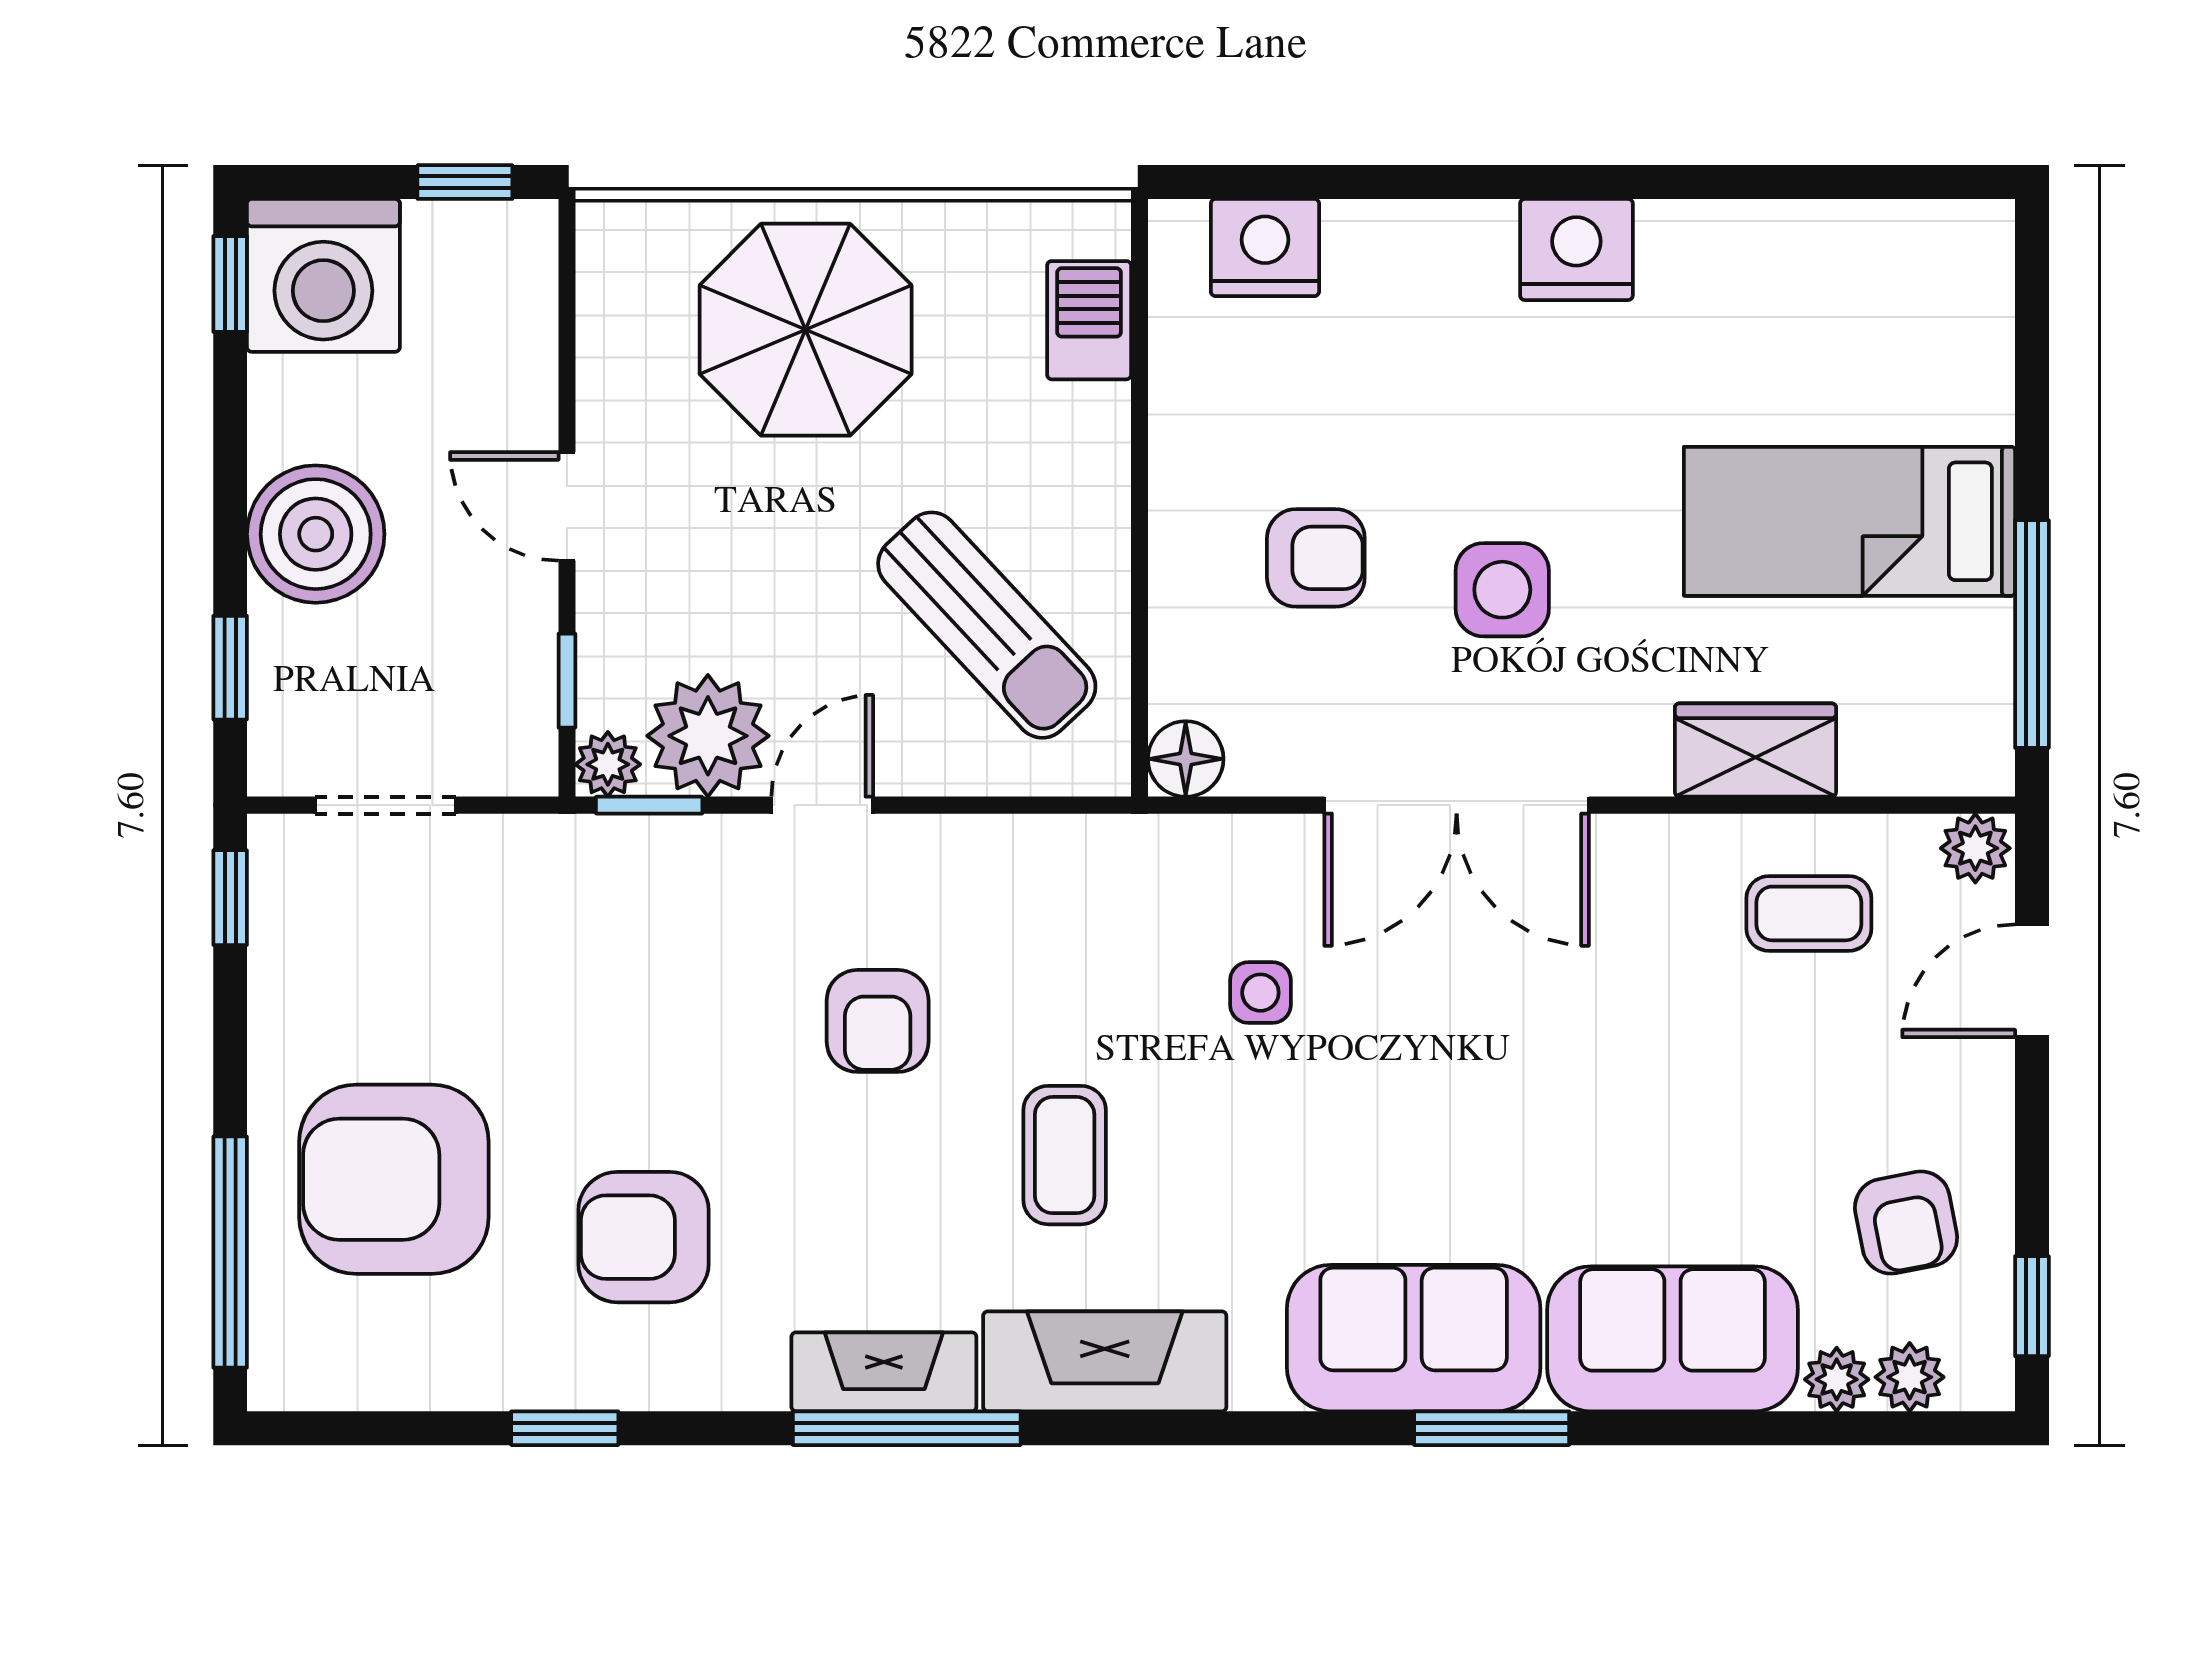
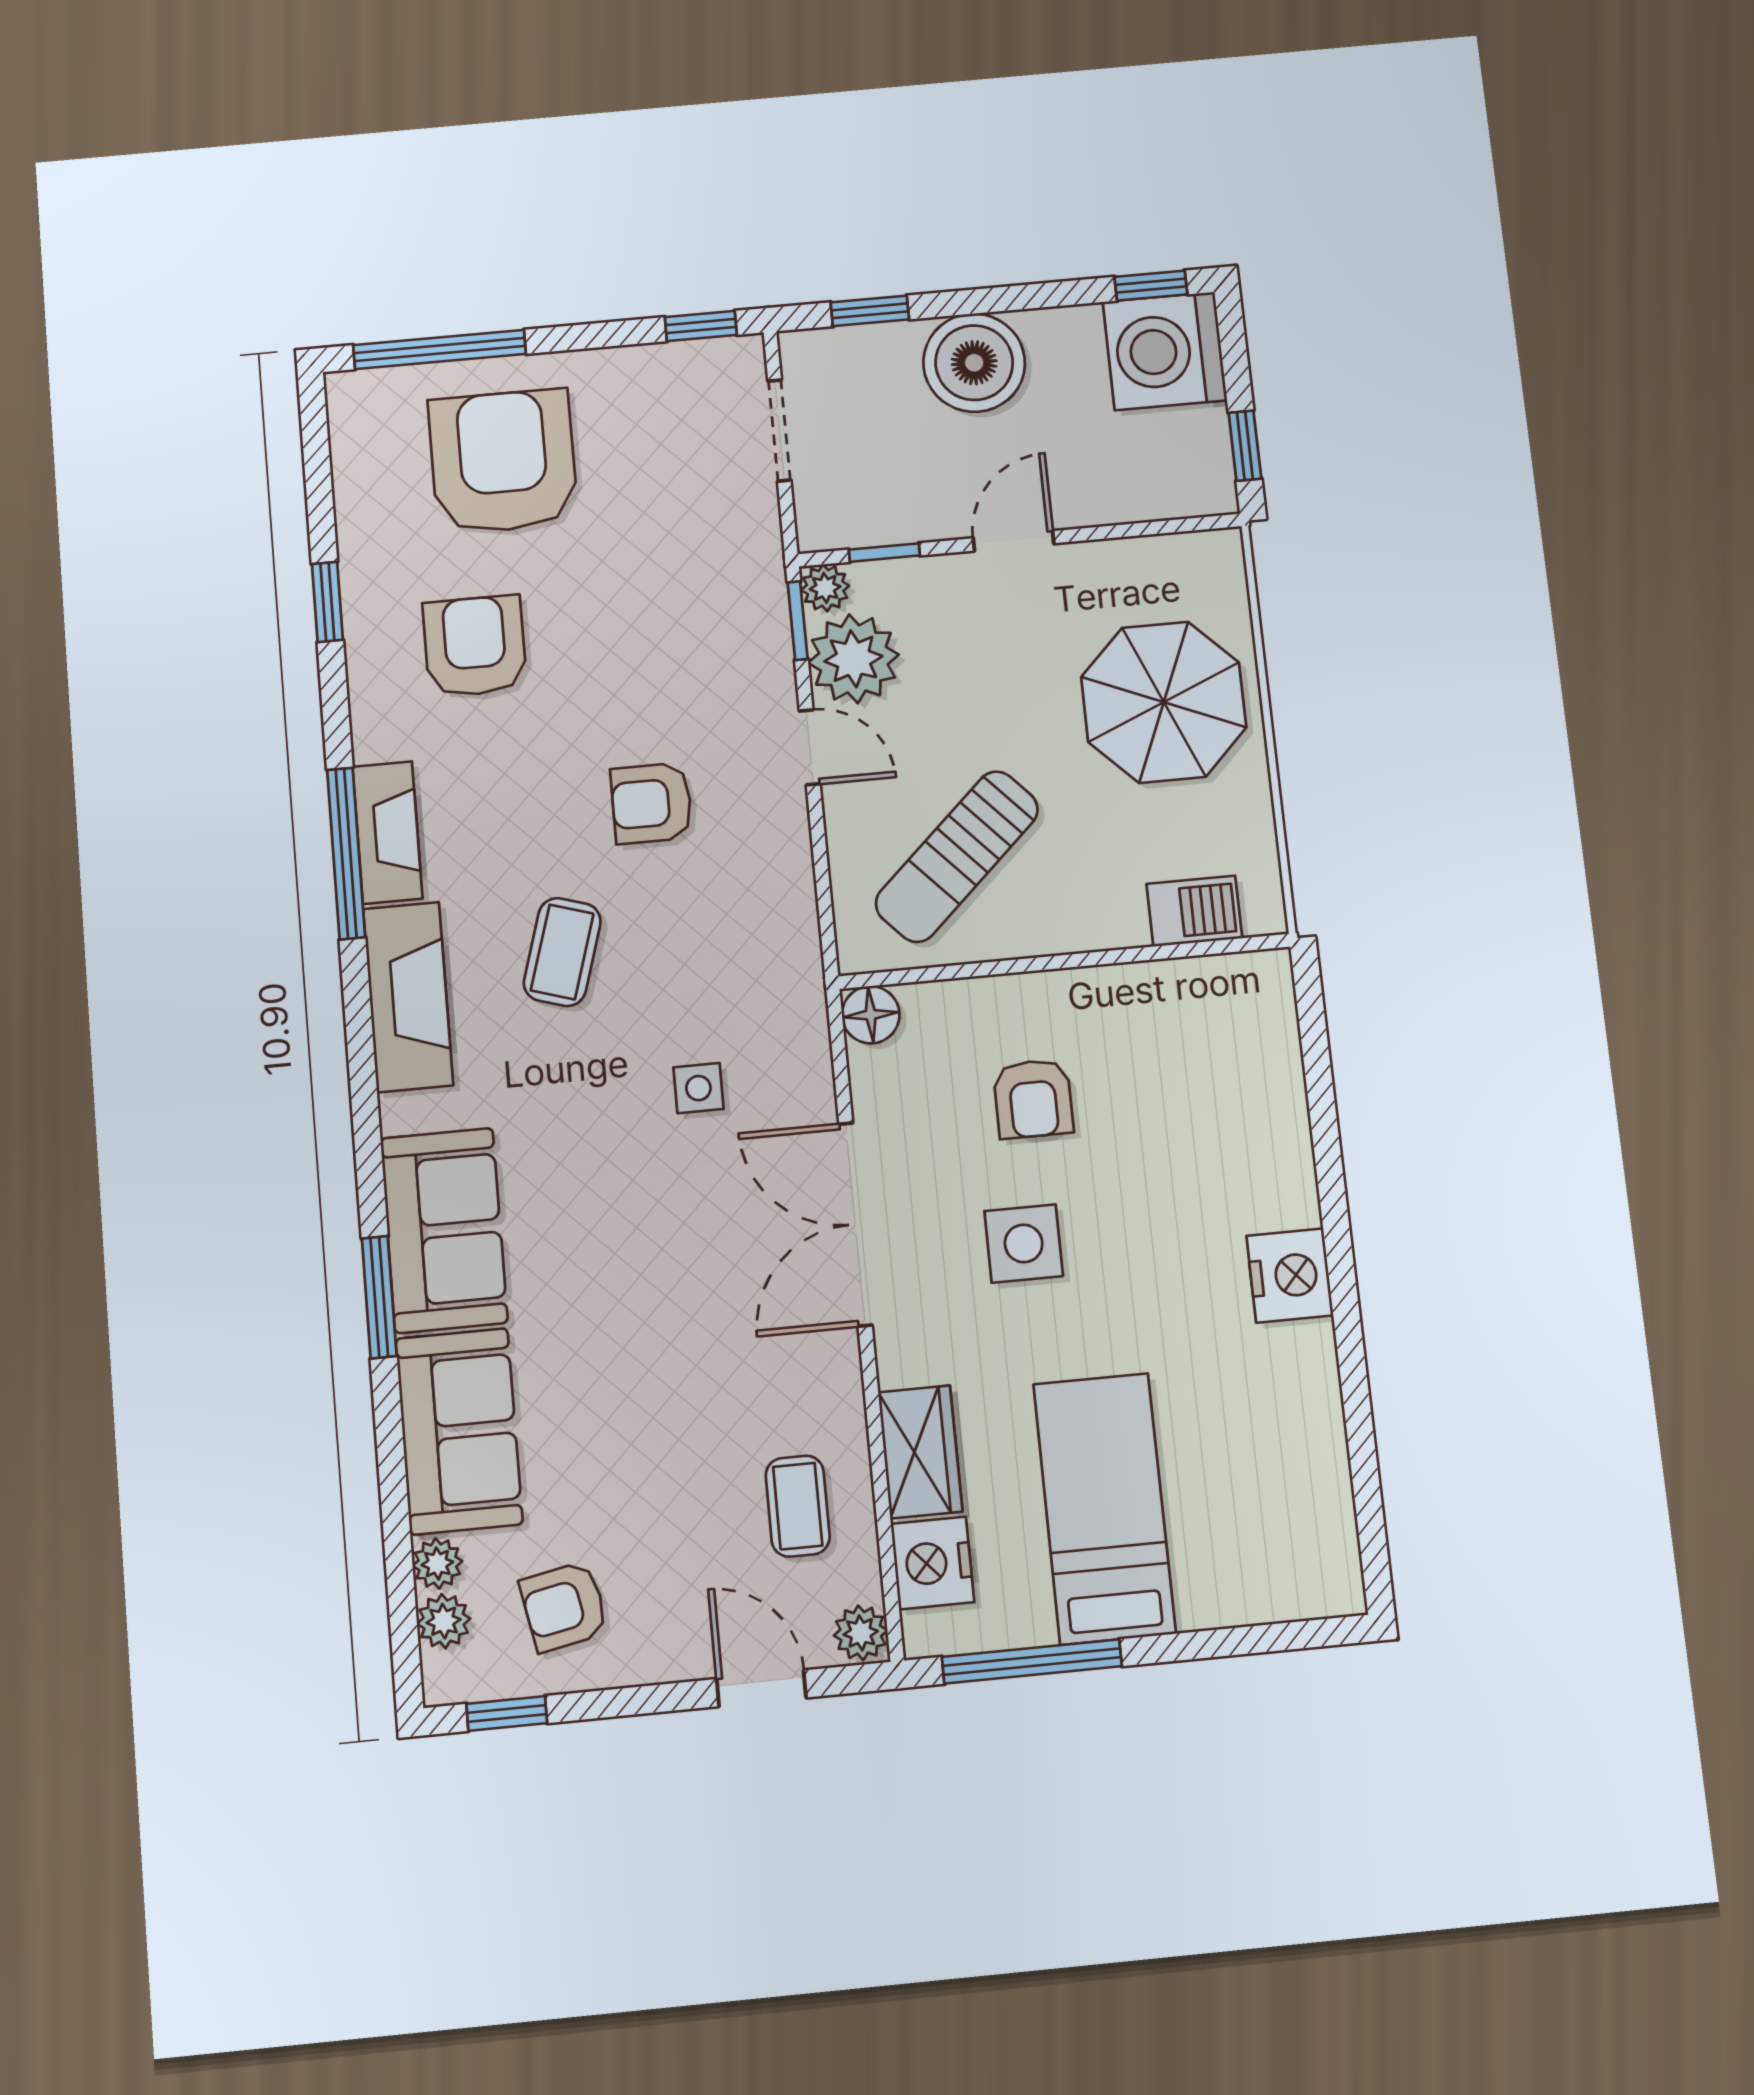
nightstand: (1265, 248) -> (932, 1563), moved, turned 180
coffee table: (1065, 1155) -> (562, 952), turned -73

